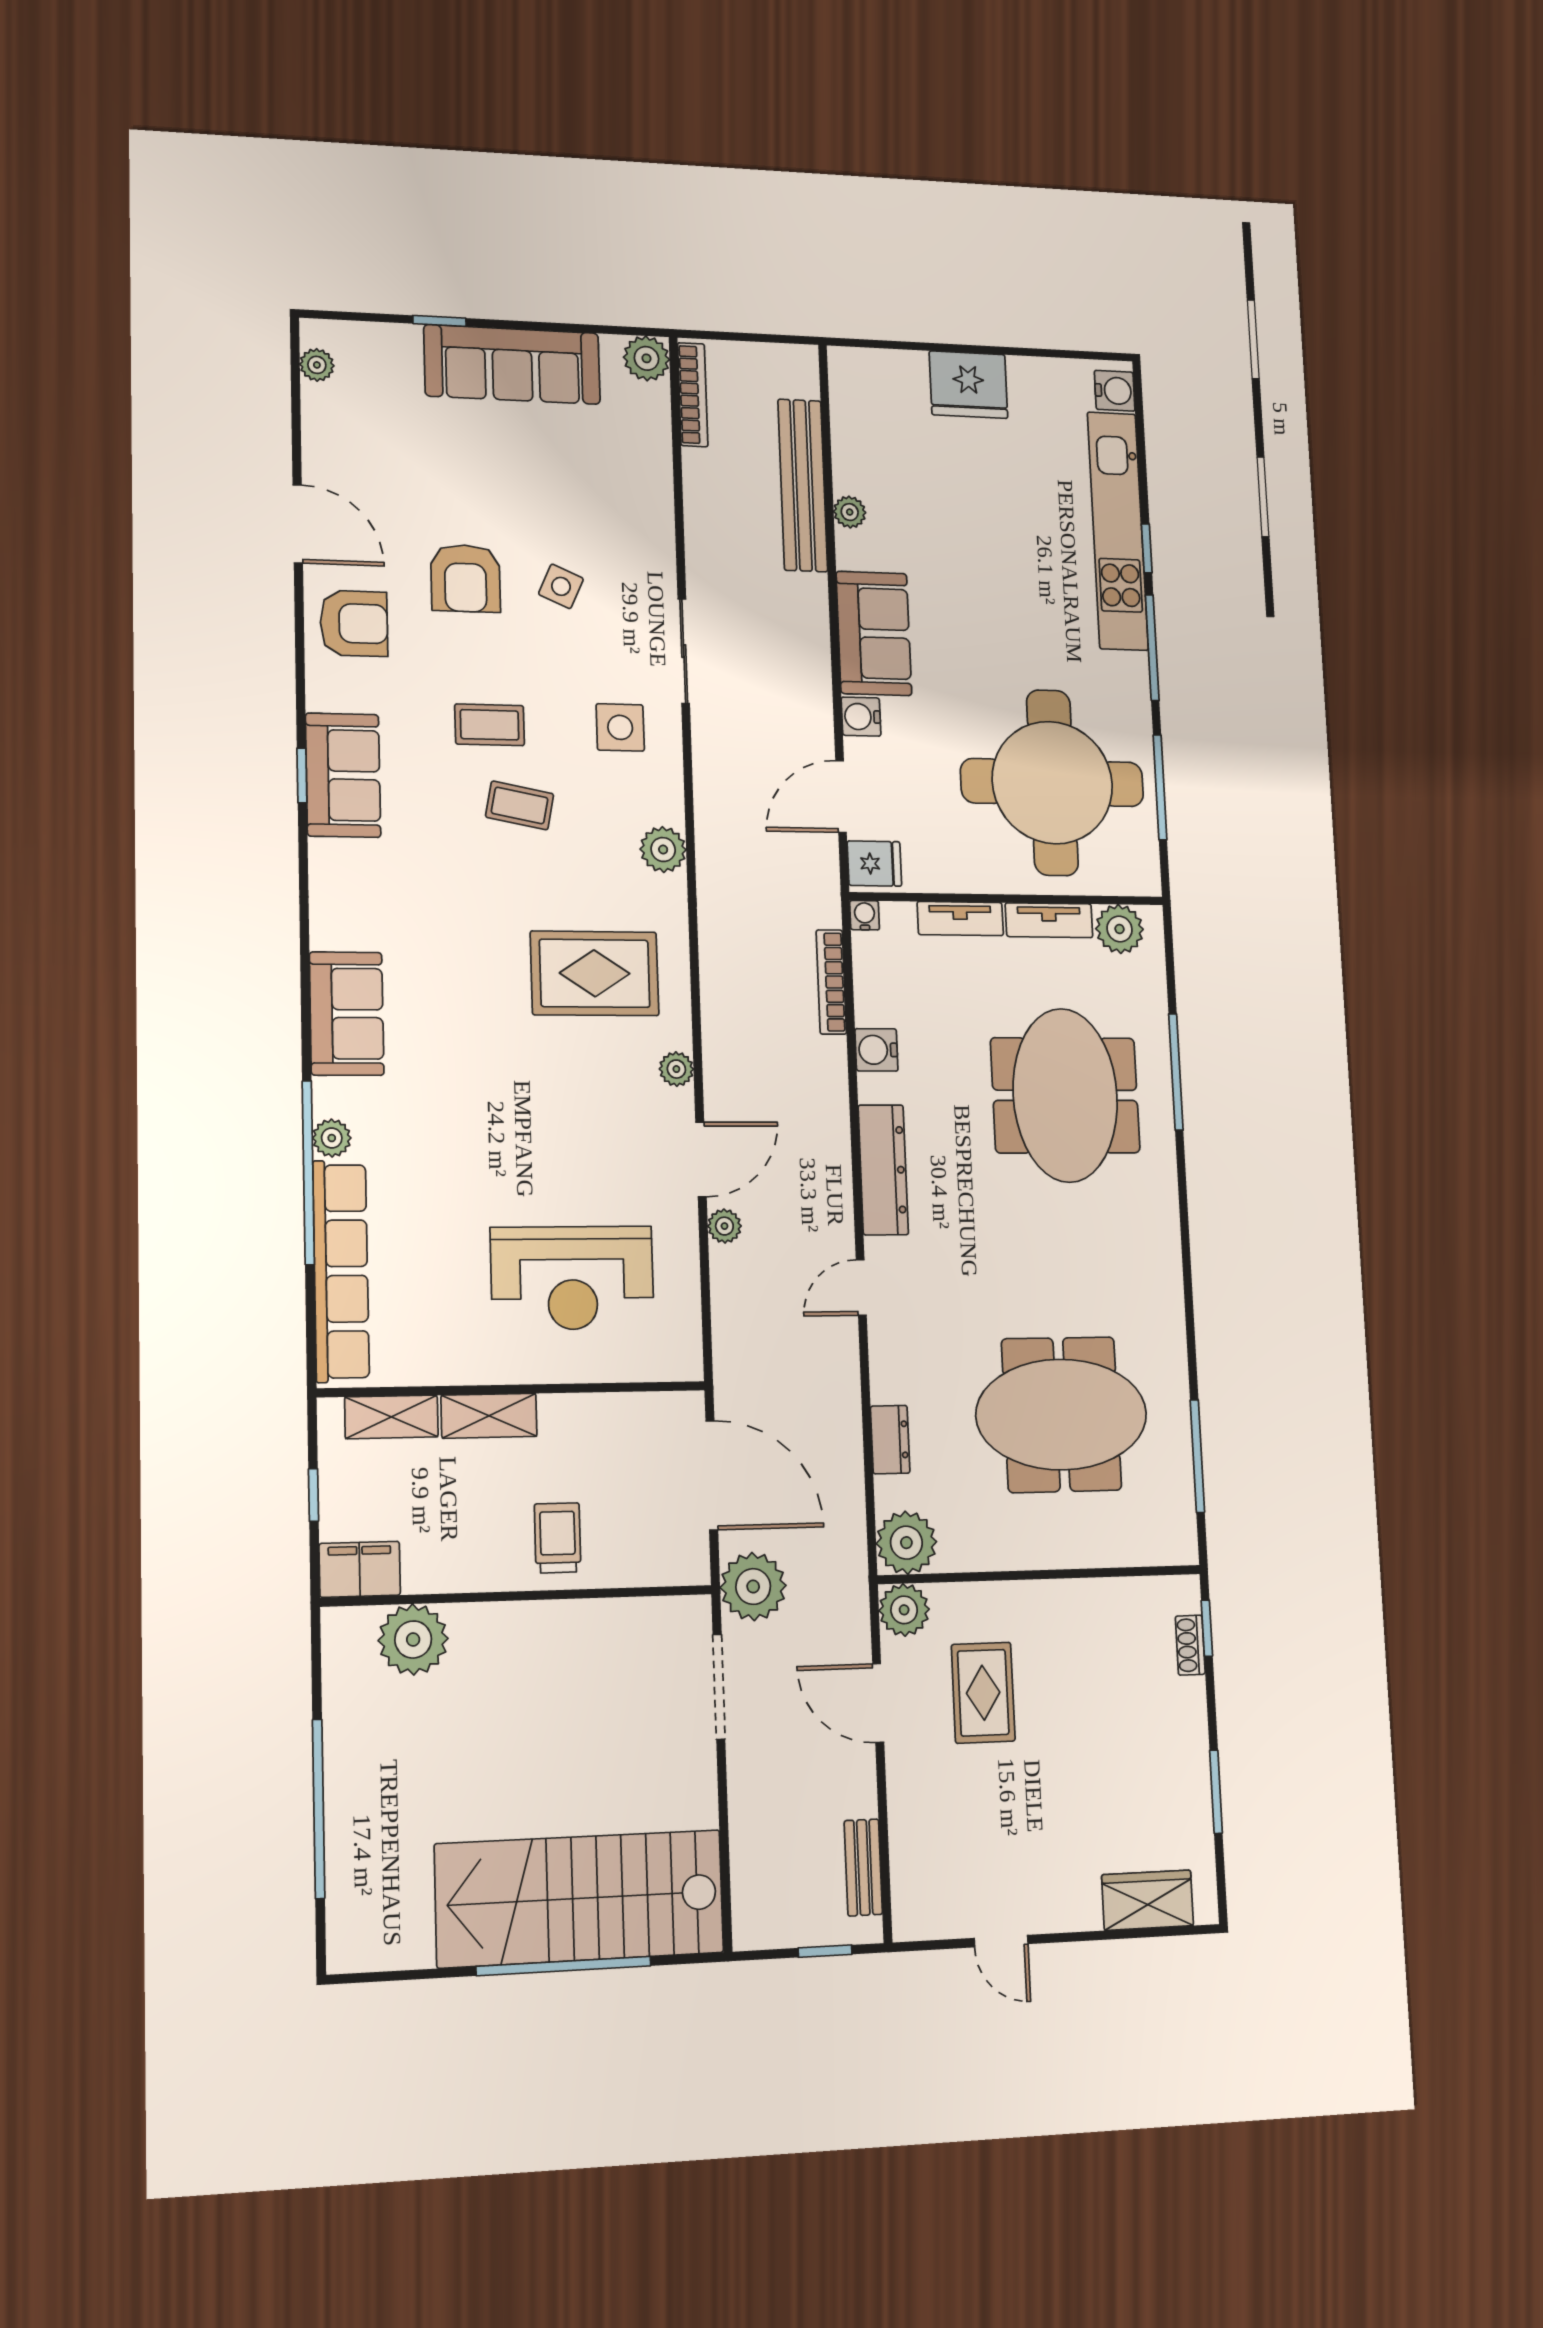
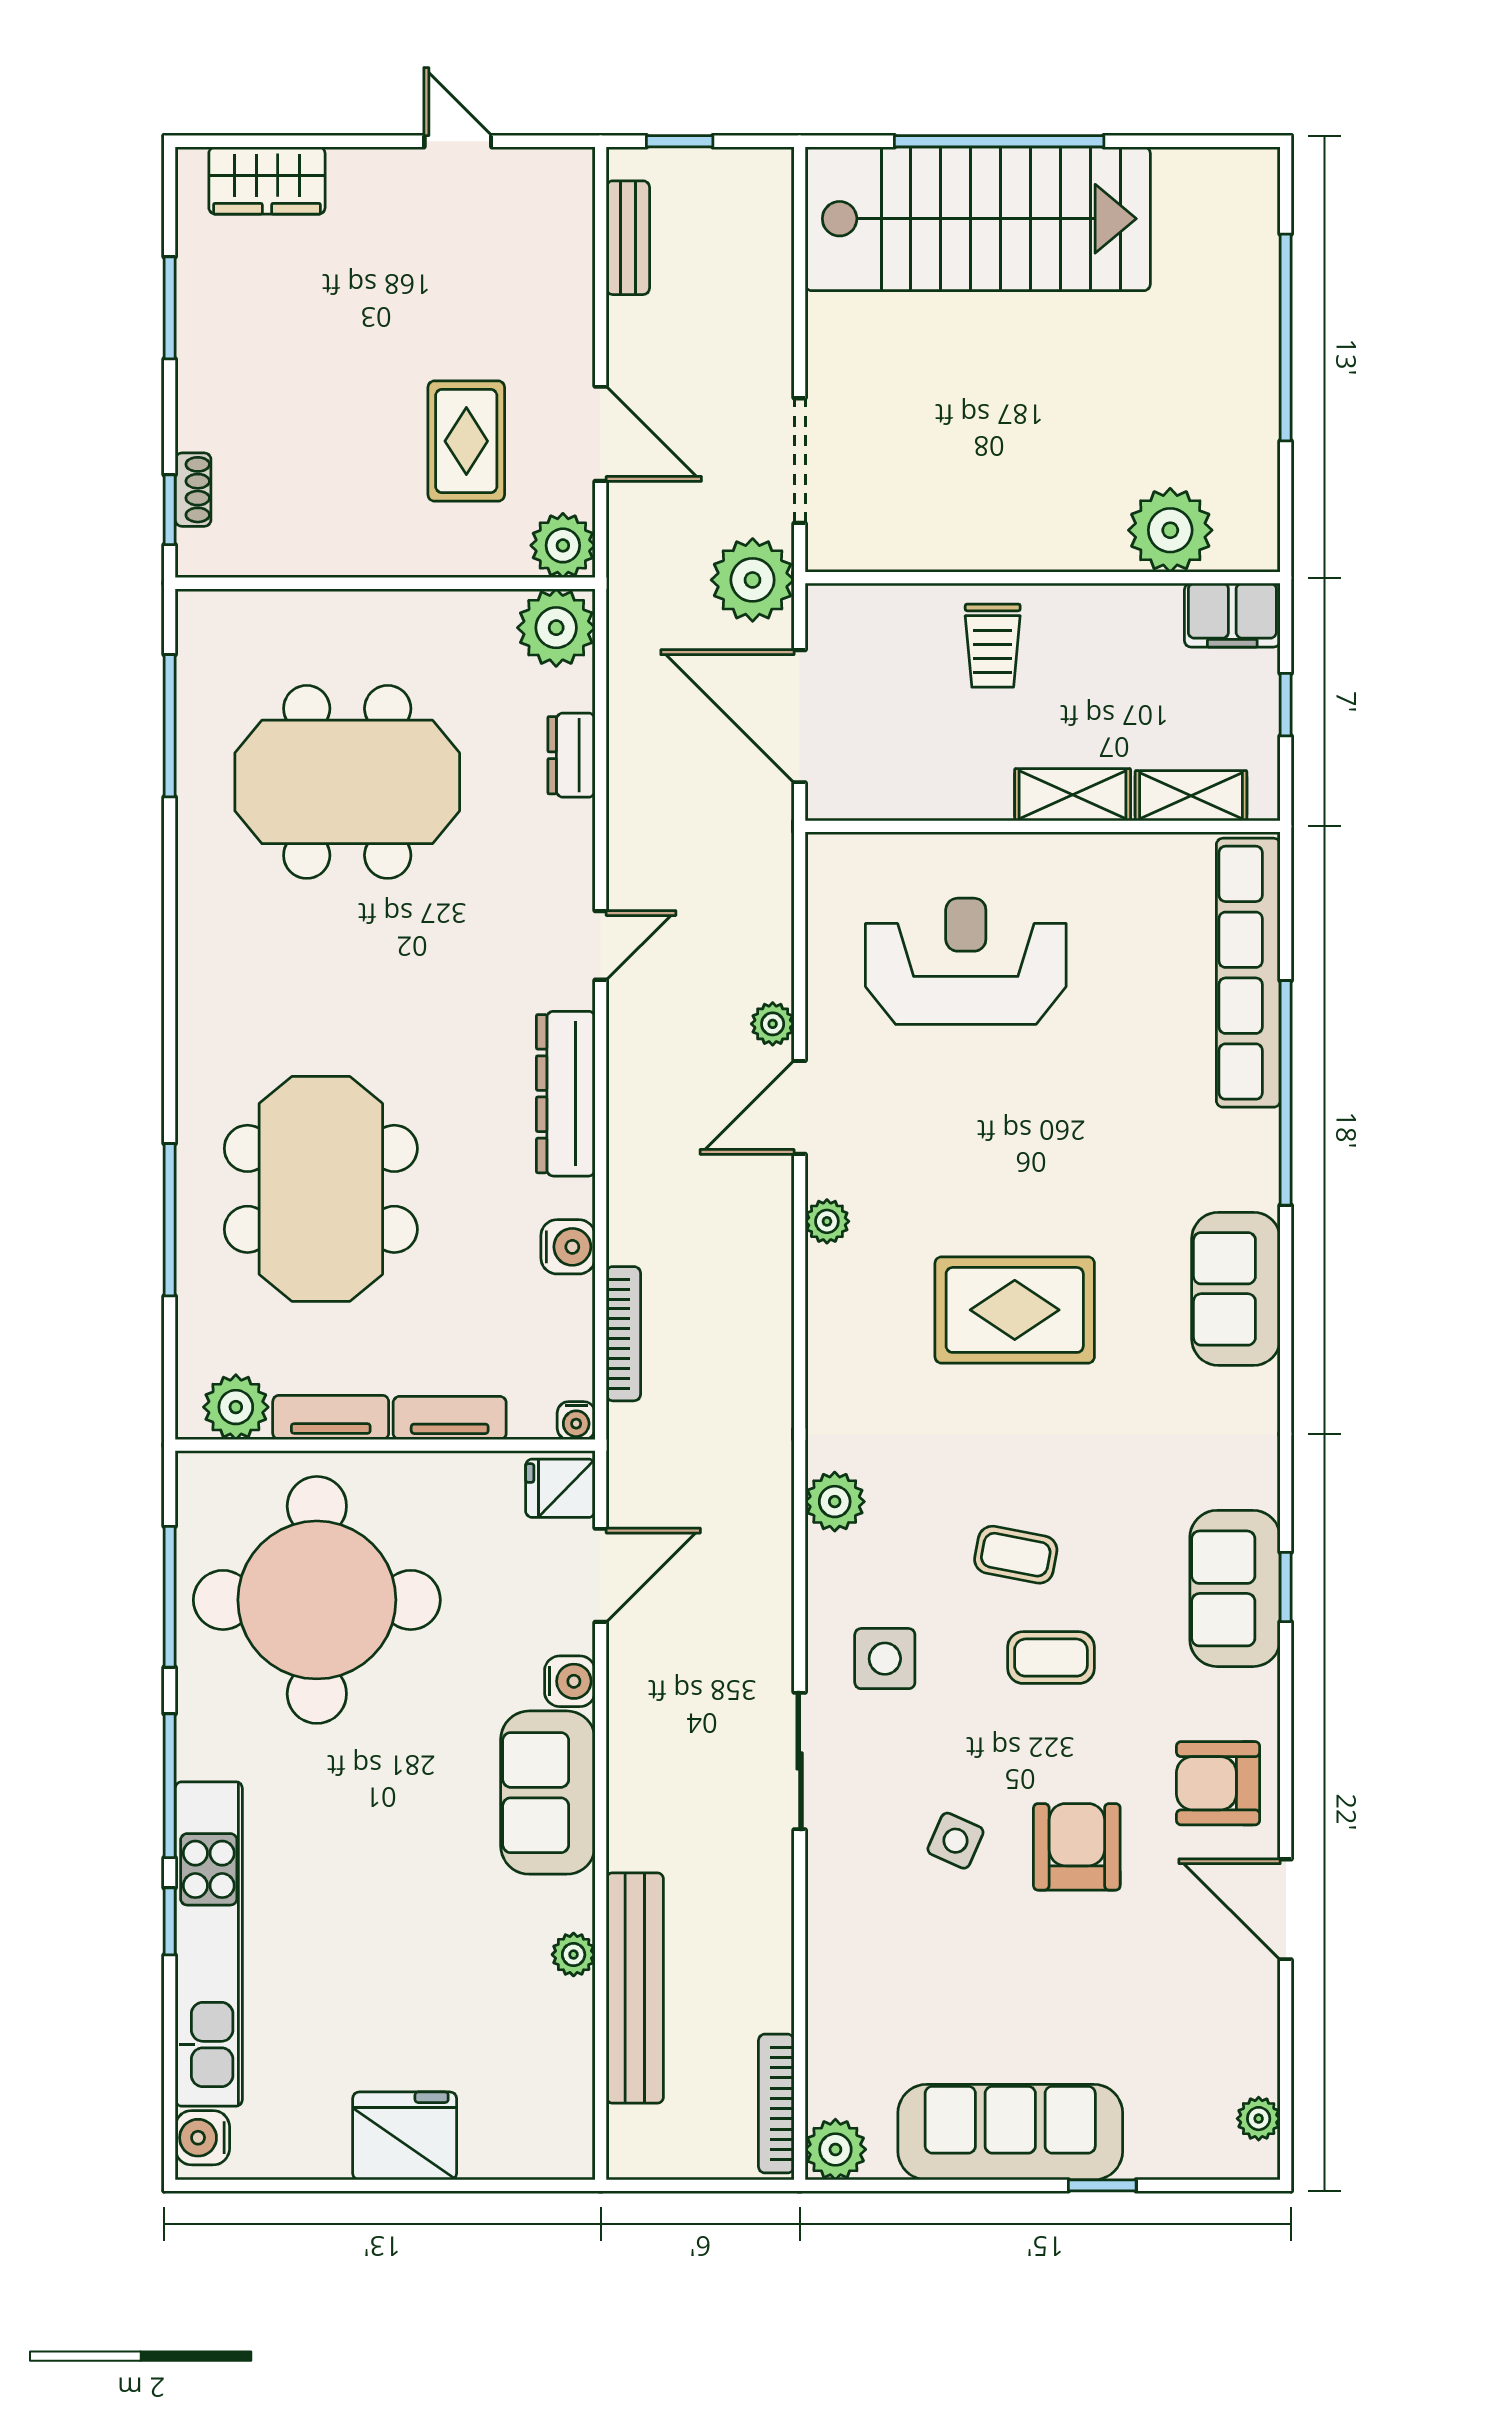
rug: (595, 973) -> (1015, 1310), moved
plant: (332, 1138) -> (1257, 1135), removed

